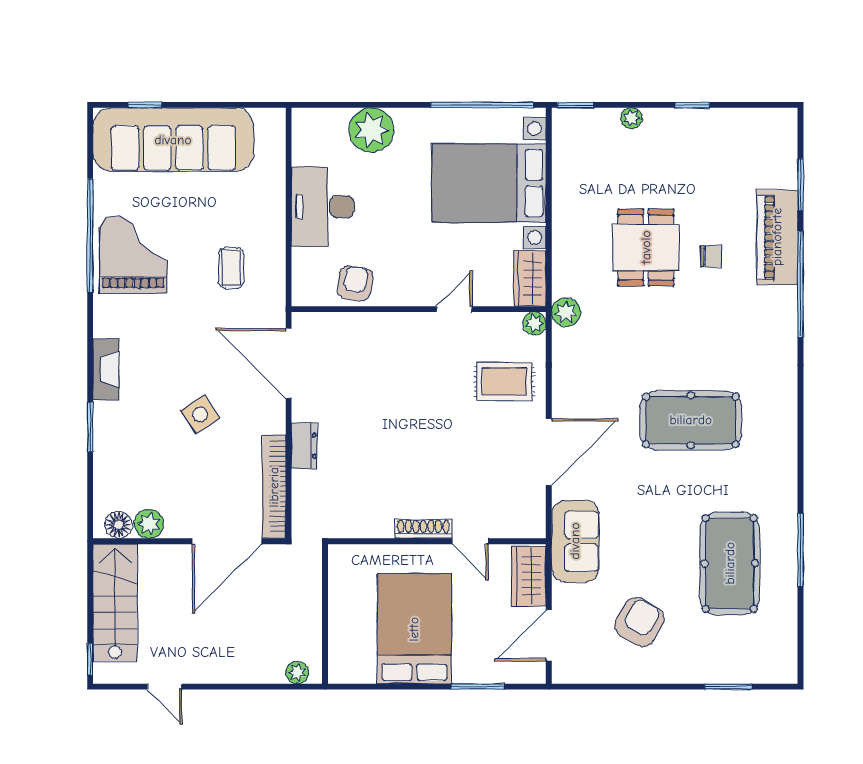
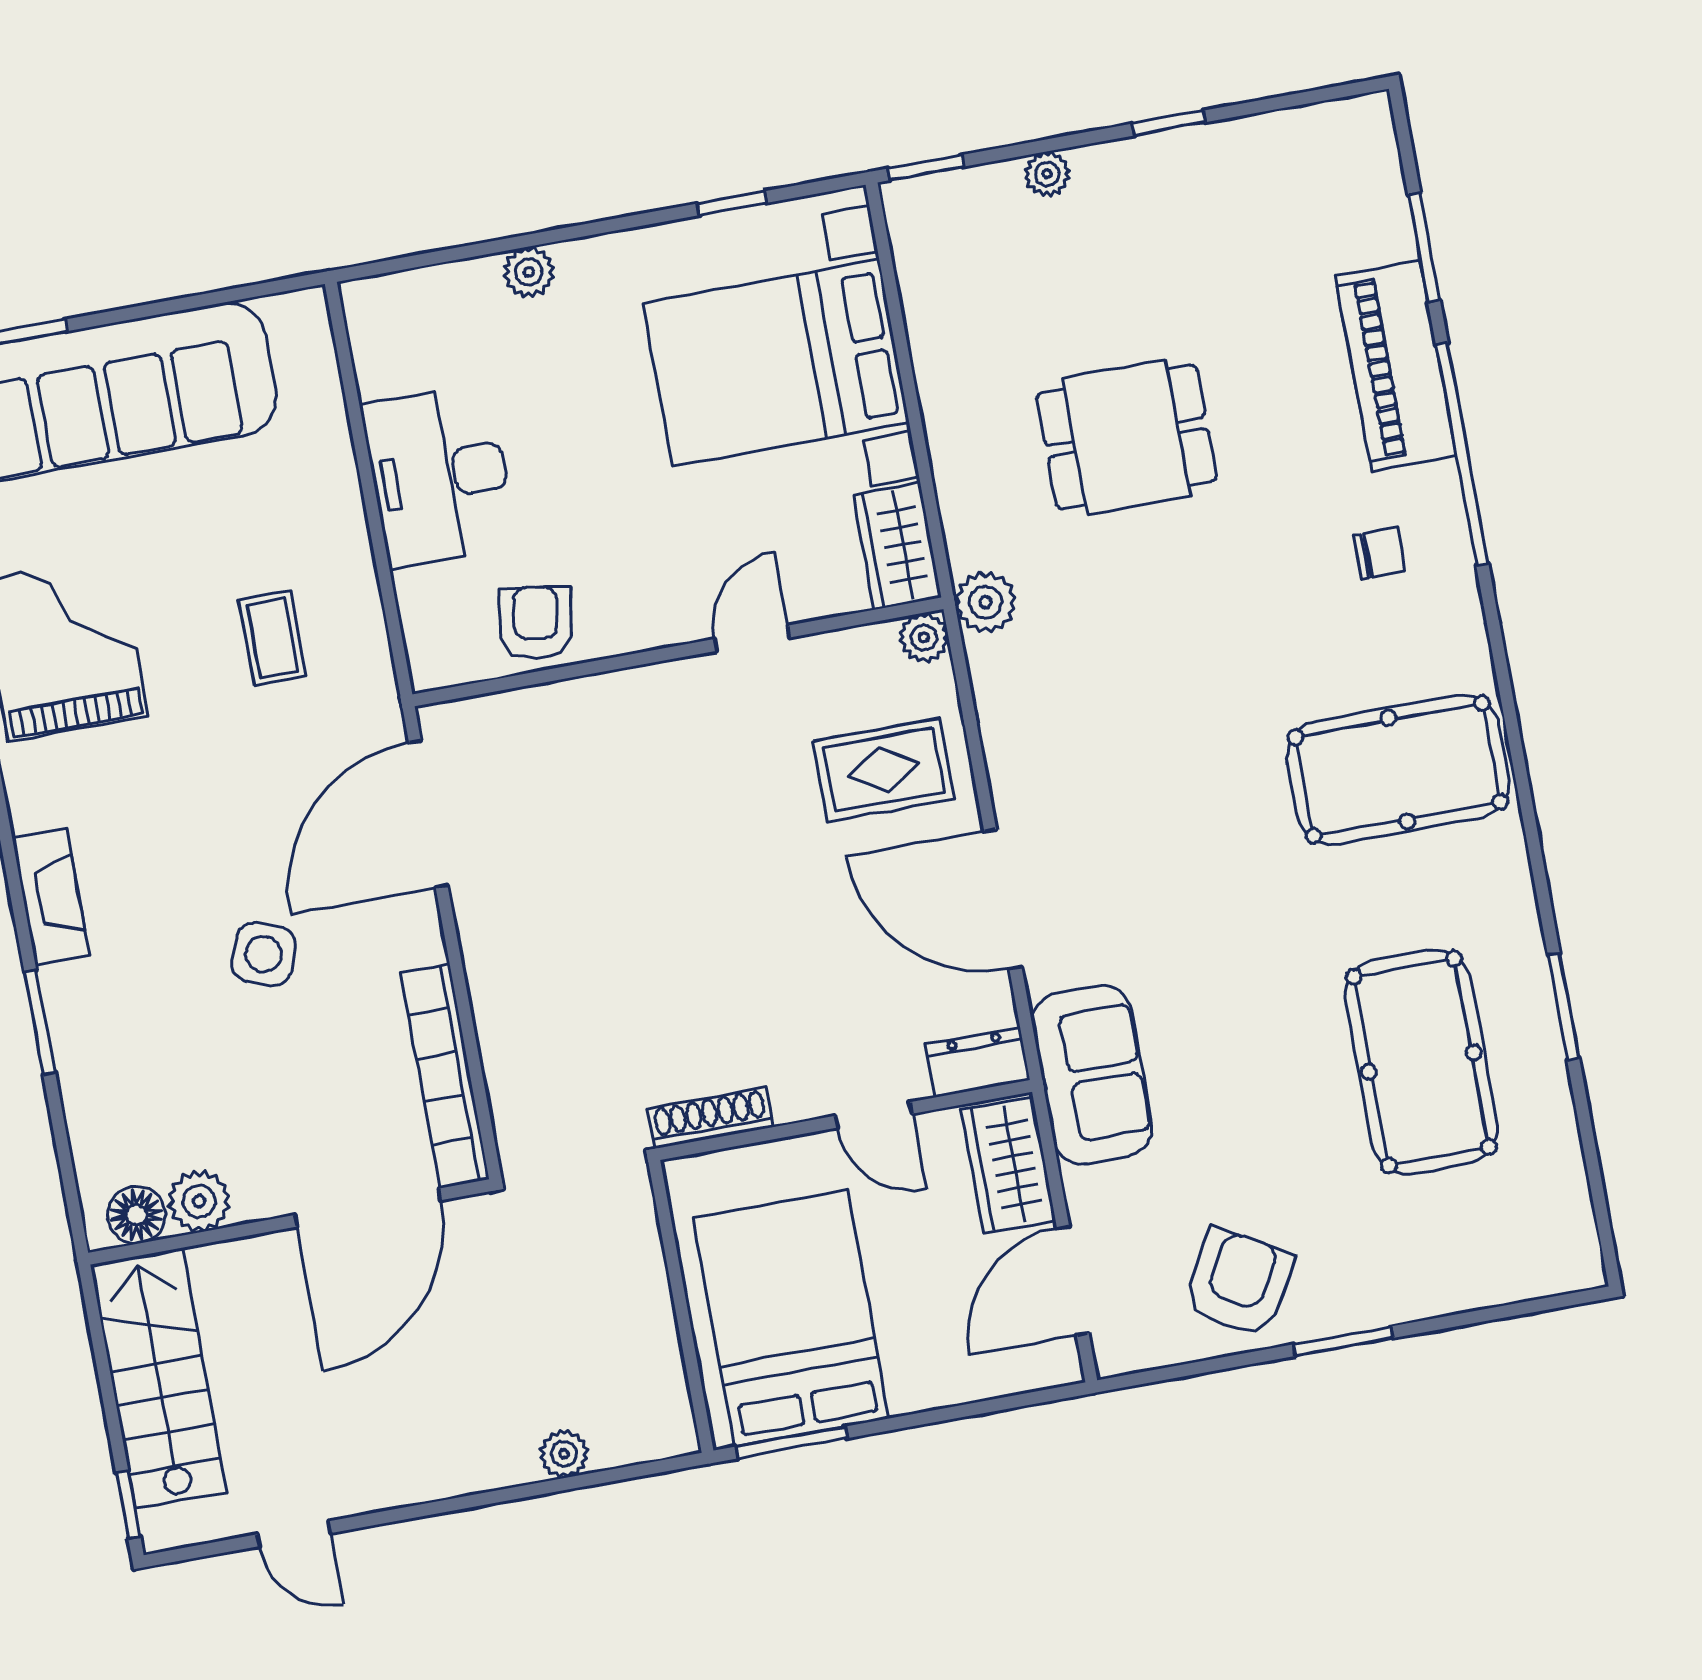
window: (482, 105) -> (732, 203), width x0.32
plant: (371, 130) -> (529, 272), width x0.53, depth x0.53
dining table: (646, 247) -> (1127, 437), turned 90
chair: (711, 256) -> (1379, 553), moved
door: (289, 363) -> (428, 814), hinge flipped
side table: (200, 414) -> (264, 954), turned -37
pool table: (691, 420) -> (1398, 770), moved
dresser: (304, 446) -> (978, 1062), moved, turned -90
door: (549, 452) -> (1003, 899), swing flipped
shoe rack: (423, 529) -> (710, 1118), moved
window: (801, 550) -> (1563, 1007), width x0.69
wall: (325, 614) -> (681, 1306), moved
armchair: (639, 622) -> (1239, 1283), moved
window: (477, 687) -> (791, 1442), moved
window: (728, 687) -> (1343, 1341), moved

